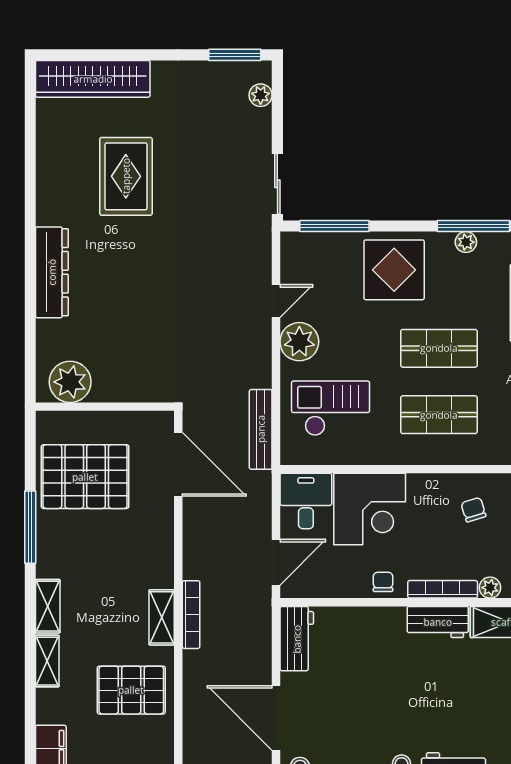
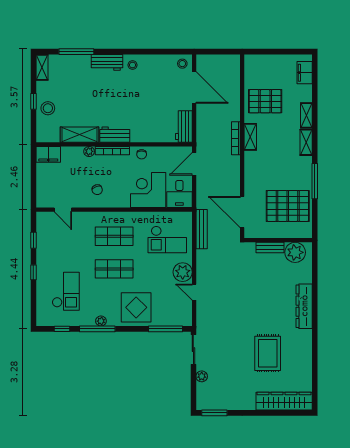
plant: (261, 95) -> (202, 376), moved
door: (276, 301) -> (194, 292), hinge flipped
bench: (121, 392) -> (270, 248), added

